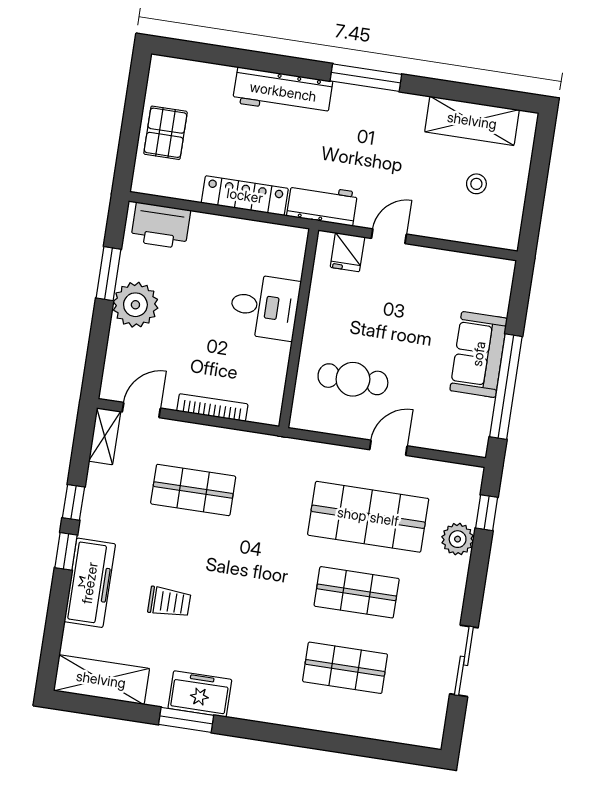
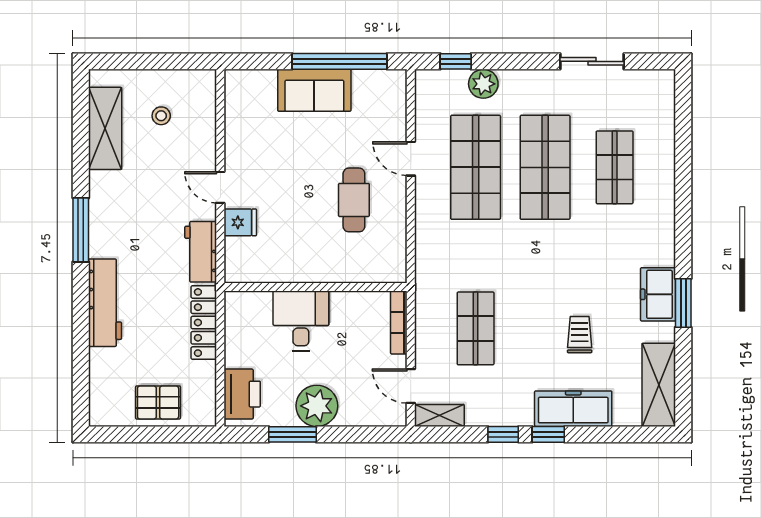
desk: (264, 307) -> (301, 321), moved
wall: (299, 328) -> (316, 287), moved
shop shelf: (357, 592) -> (545, 167), width x1.43, depth x1.36

